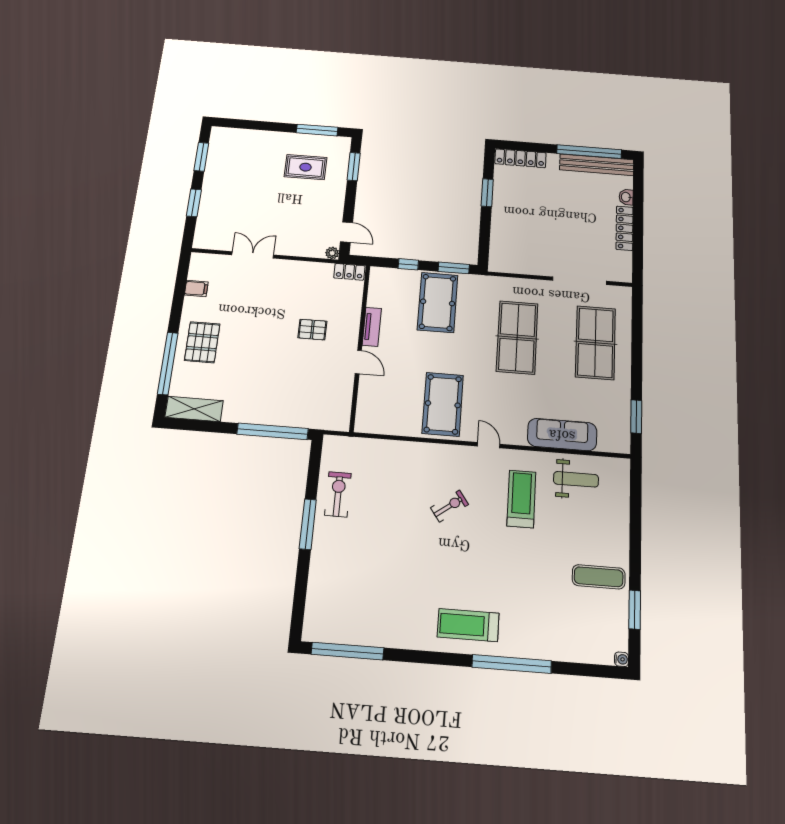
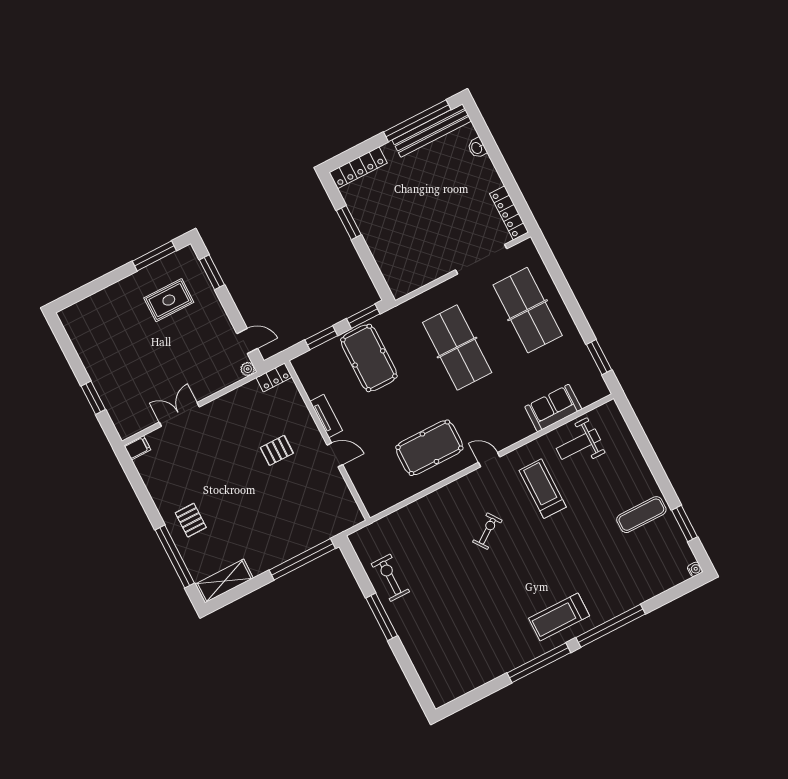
window: (201, 157) -> (68, 349), removed
locker: (625, 228) -> (509, 213), moved
window: (408, 264) -> (321, 338), width x1.50
filing cabinet: (196, 288) -> (137, 448), moved
pallet: (202, 342) -> (191, 520), width x0.67, depth x0.71
pool table: (443, 404) -> (429, 448), turned 90
sofa: (562, 435) -> (553, 408), width x0.73
weight bench: (576, 479) -> (578, 444), turned 180
window: (347, 651) -> (539, 663), moved

